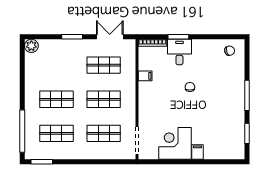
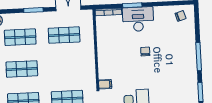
desk: (179, 52) -> (138, 19), width x1.37
filing cabinet: (145, 76) -> (105, 84), moved
shop shelf: (104, 99) -> (20, 37), moved

